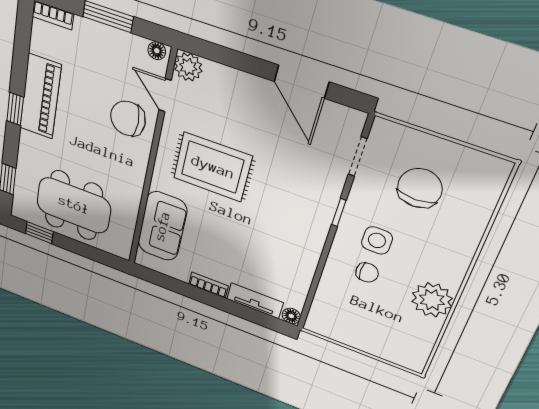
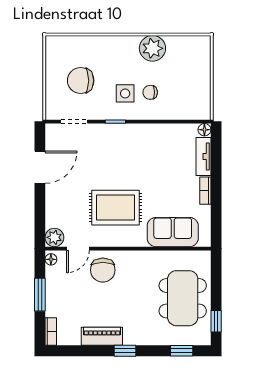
piano: (40, 97) -> (102, 336), width x0.73, depth x0.75
rug: (213, 167) -> (115, 208), turned 90
chair: (367, 273) -> (150, 92), turned -90

